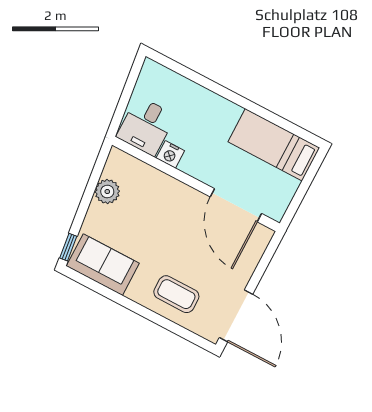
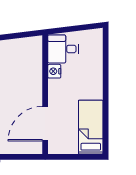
plant: (107, 191) -> (14, 47), removed

